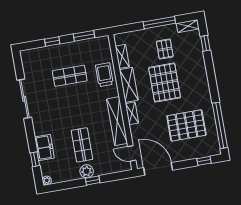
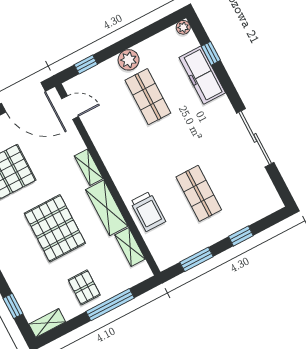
window: (159, 23) -> (110, 305), moved
pallet: (165, 49) -> (84, 287), moved
shop shelf: (70, 76) -> (199, 193), turned 90
shelving: (117, 121) -> (107, 149), removed
freezer: (44, 147) -> (202, 75), width x1.40
window: (93, 180) -> (86, 64), moved

